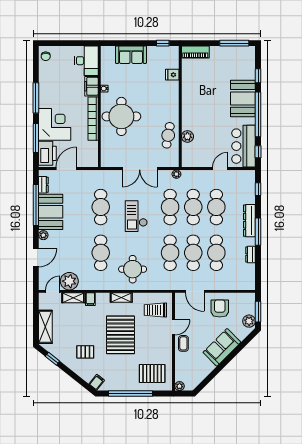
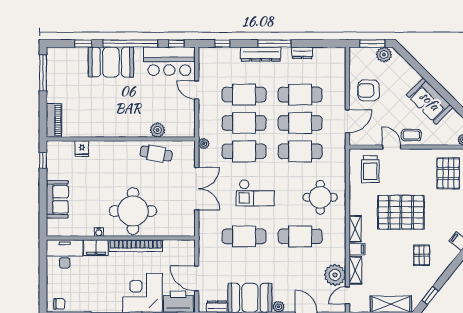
door: (53, 291) -> (347, 295), hinge flipped
shelving: (121, 298) -> (355, 229), moved
sofa: (222, 347) -> (430, 101), moved

